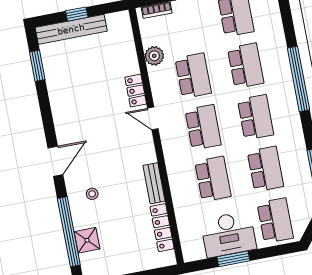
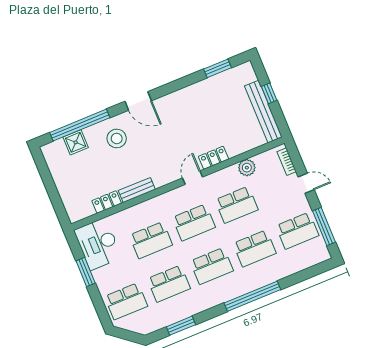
bench: (71, 29) -> (263, 112), moved
stool: (92, 194) -> (117, 138), width x1.89, depth x1.89
locker: (162, 228) -> (107, 202), width x0.66
desk: (228, 234) -> (98, 244), moved

